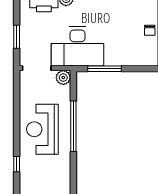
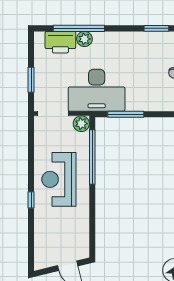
window: (73, 126) -> (92, 157), moved
window: (17, 164) -> (31, 200), moved

